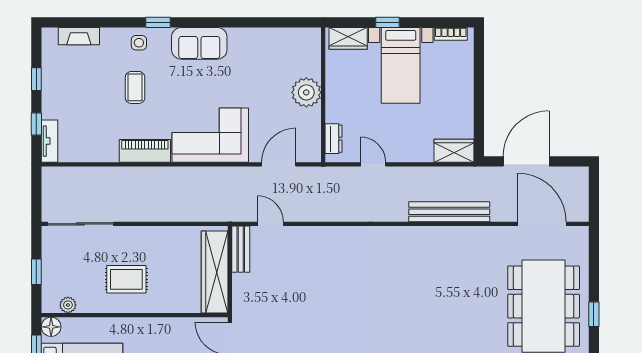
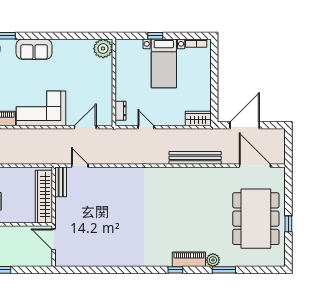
wardrobe: (348, 38) -> (130, 46), removed
plant: (306, 92) -> (103, 49), moved

